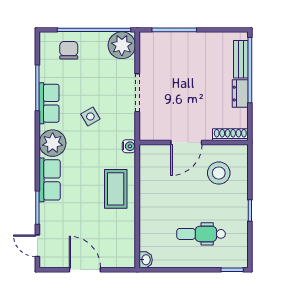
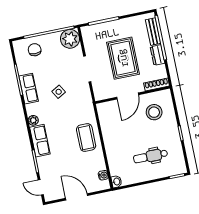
rug: (191, 88) -> (123, 58), added
plant: (53, 143) -> (33, 120), width x0.53, depth x0.53
water cooler: (129, 146) -> (103, 175), moved

